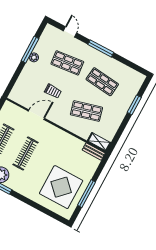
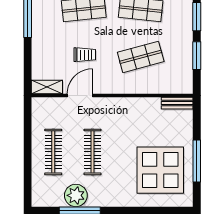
plant: (34, 57) -> (38, 25), removed
window: (121, 129) -> (197, 56), added
shelving: (99, 142) -> (47, 87), moved

